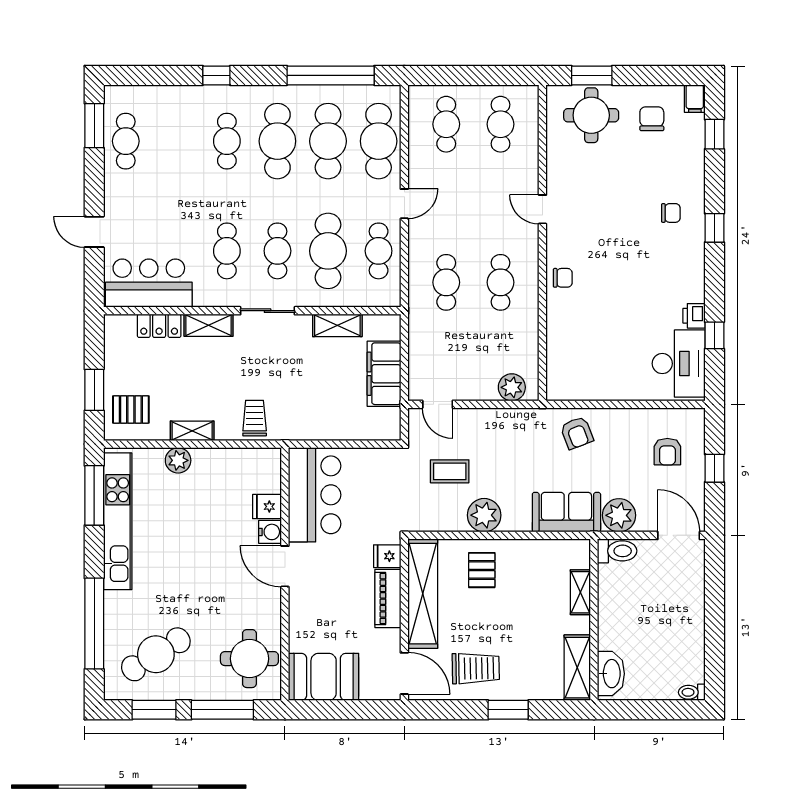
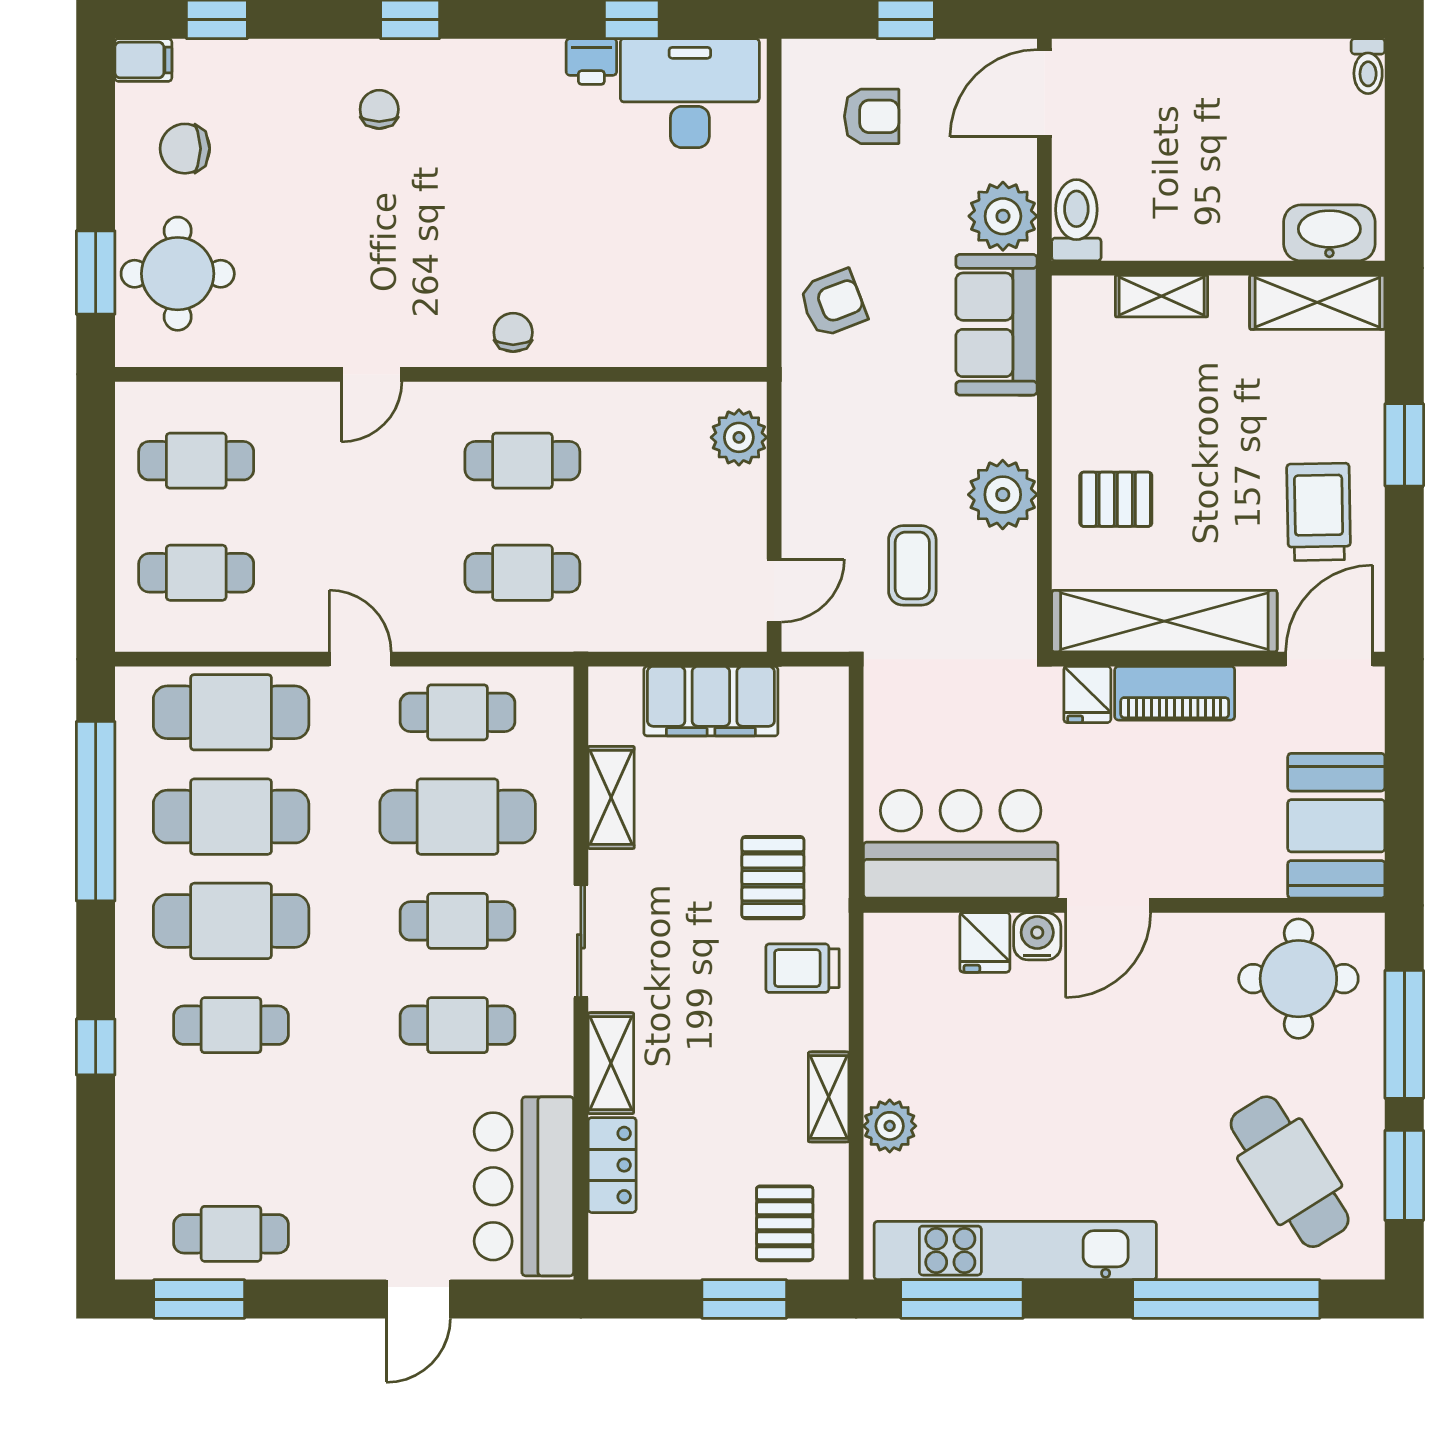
pallet: (298, 404) -> (773, 878), added

